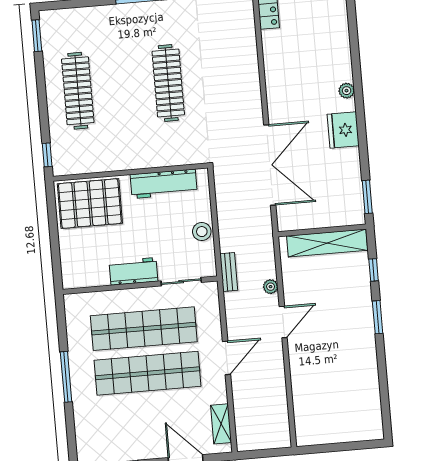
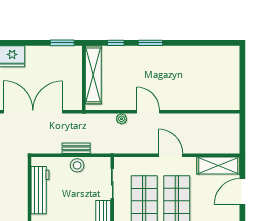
bench: (229, 272) -> (76, 148), moved
shelving: (221, 424) -> (218, 165), width x1.50, depth x1.33

